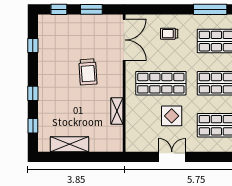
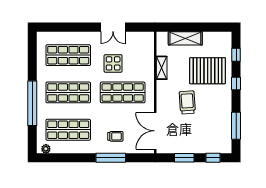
window: (210, 9) -> (111, 158), moved
window: (33, 46) -> (236, 126), width x2.17
pallet: (65, 108) -> (208, 71), added
shelving: (69, 144) -> (185, 38), moved

